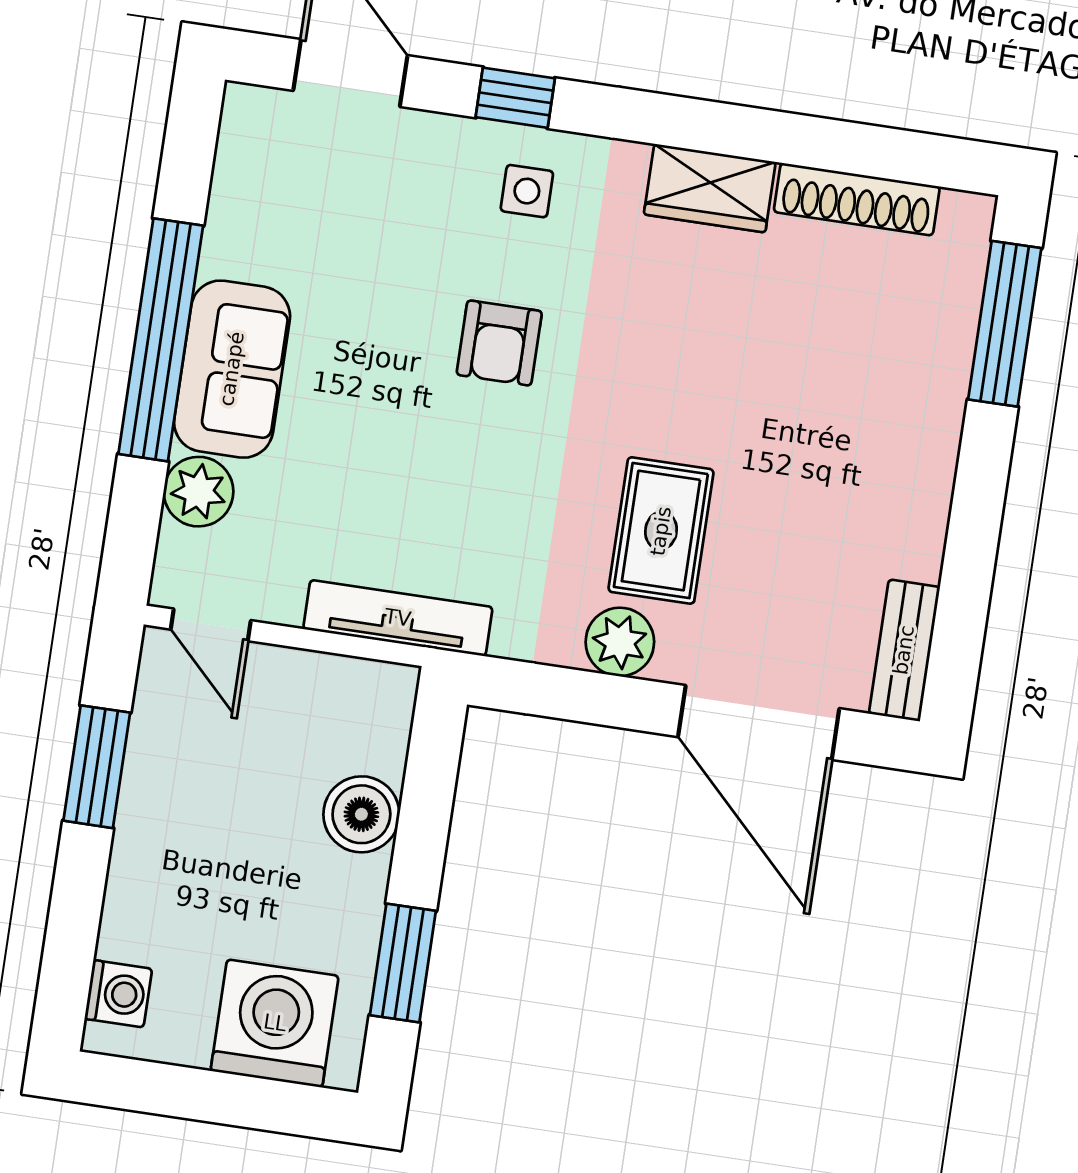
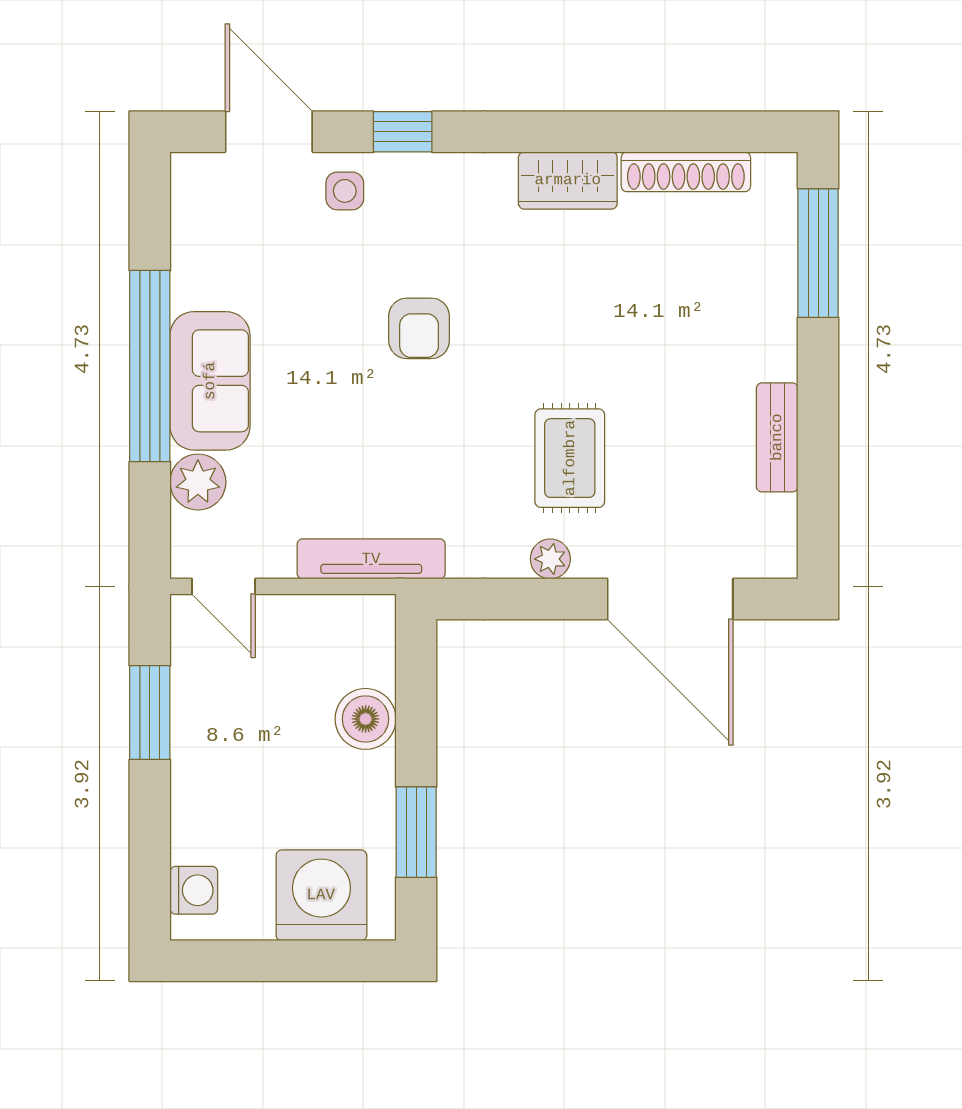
side table: (527, 191) -> (345, 191), moved
plant: (620, 642) -> (550, 559), width x0.73, depth x0.73
bench: (904, 650) -> (777, 437), moved

